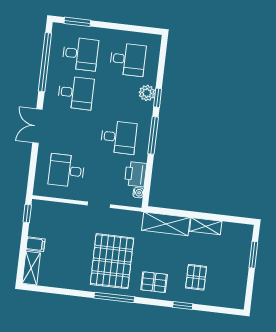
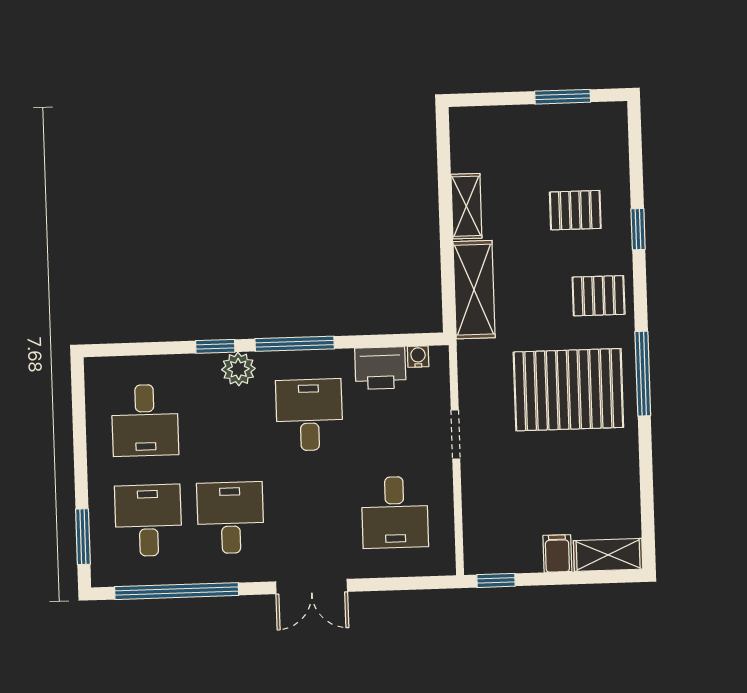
desk: (128, 59) -> (145, 420), turned 180
plant: (147, 93) -> (238, 369), moved
window: (253, 255) -> (563, 97), moved
pallet: (154, 282) -> (599, 296), turned 90

